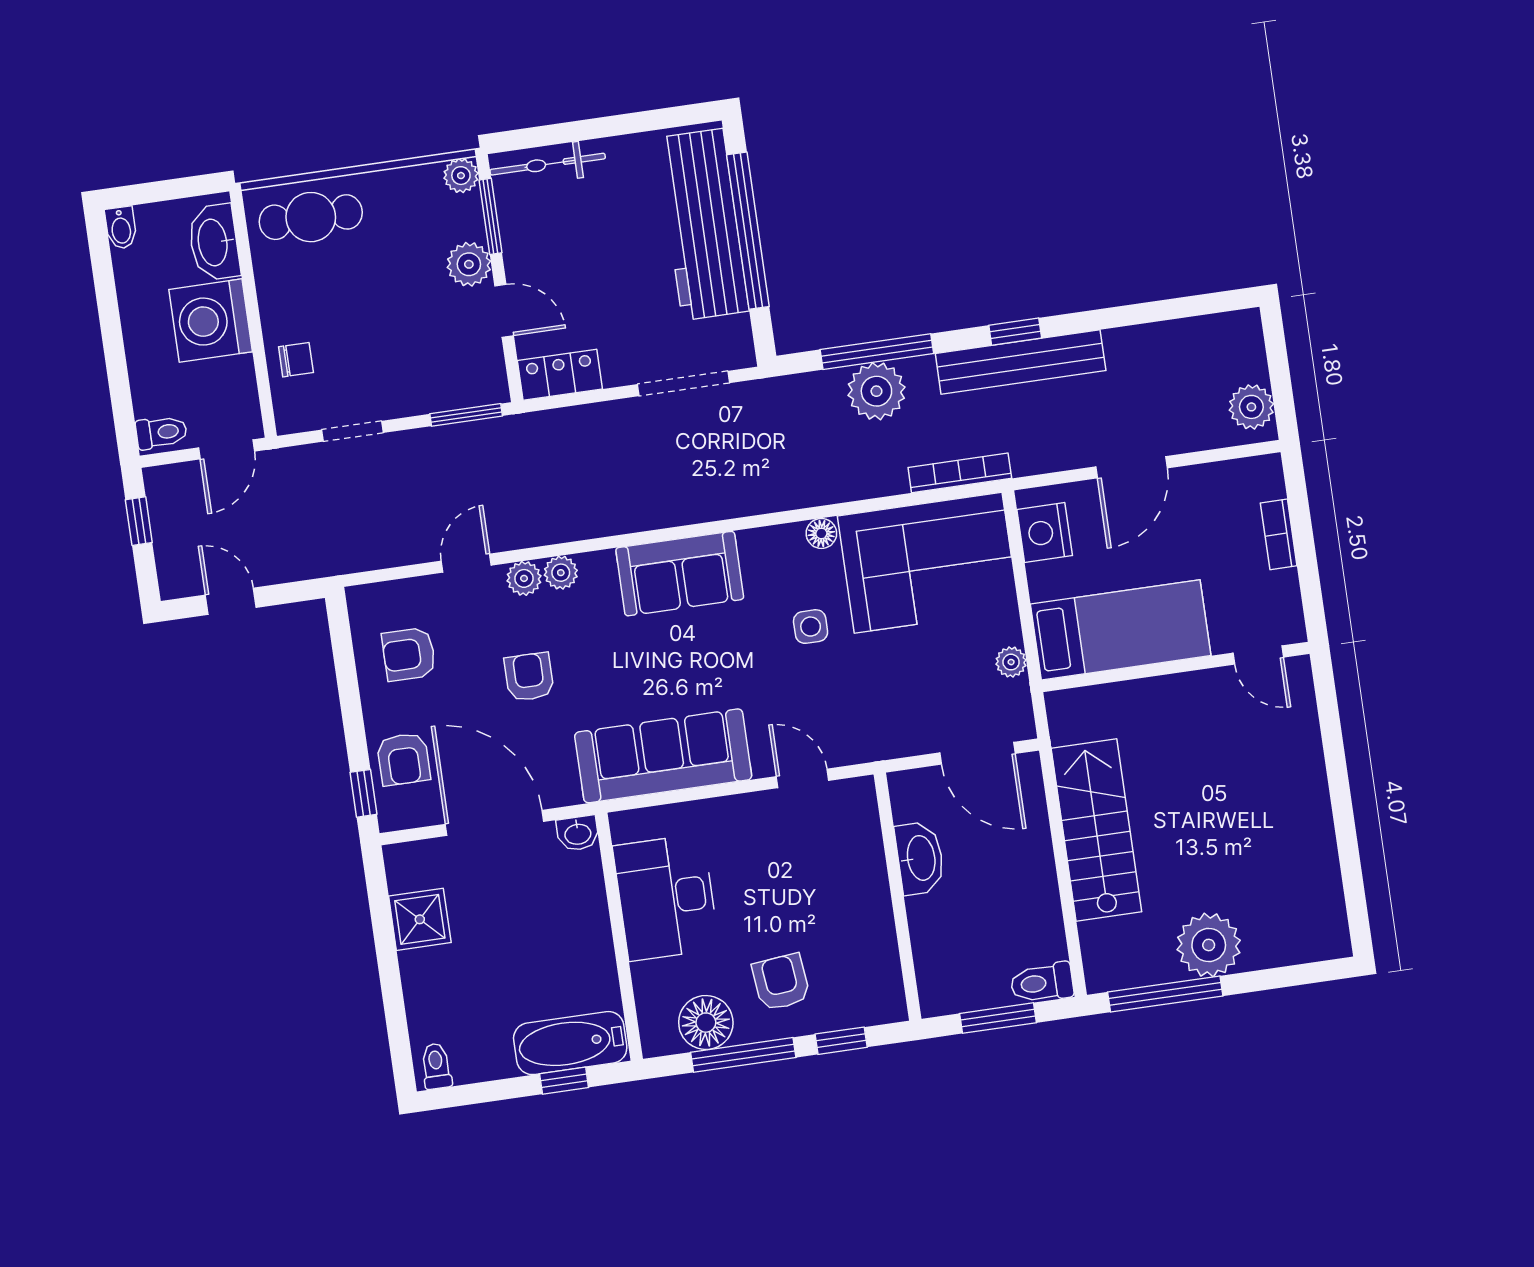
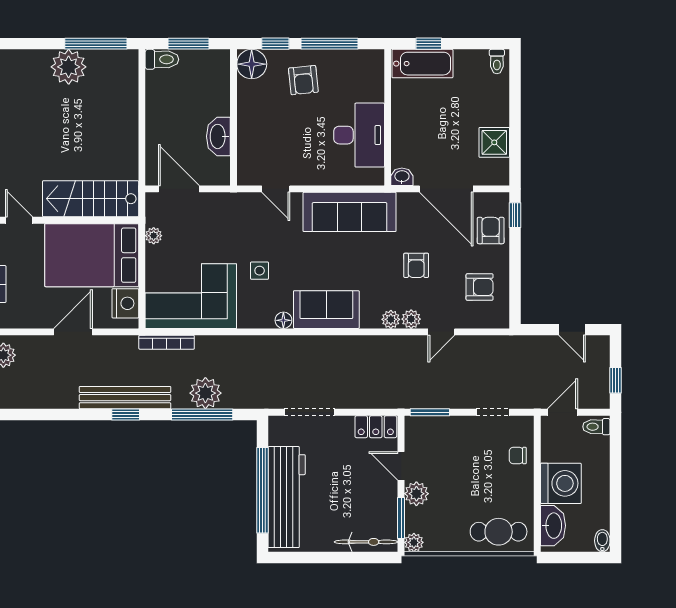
floor lamp: (821, 533) -> (283, 320), moved
bed: (1121, 630) -> (92, 255), width x1.50
stairs: (1096, 830) -> (91, 199), moved, turned 90
floor lamp: (706, 1023) -> (252, 64), moved

